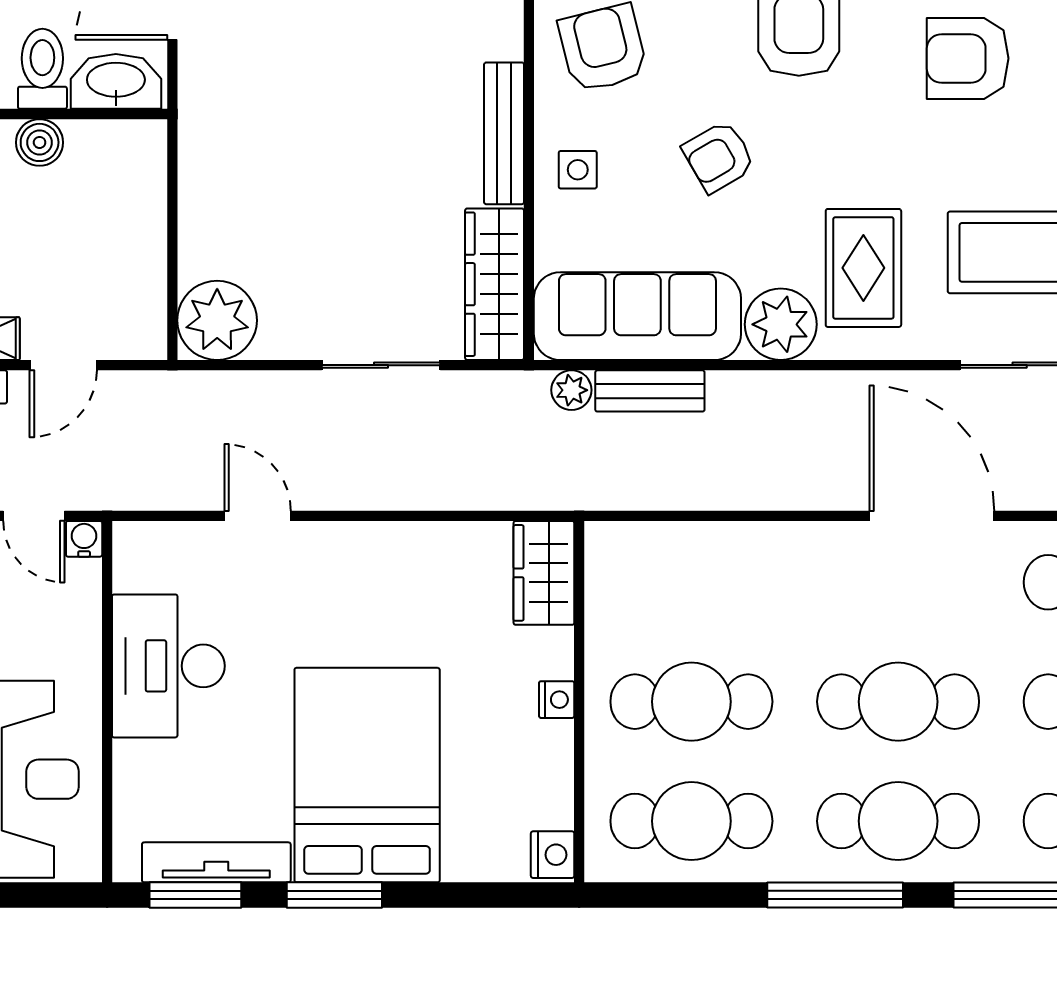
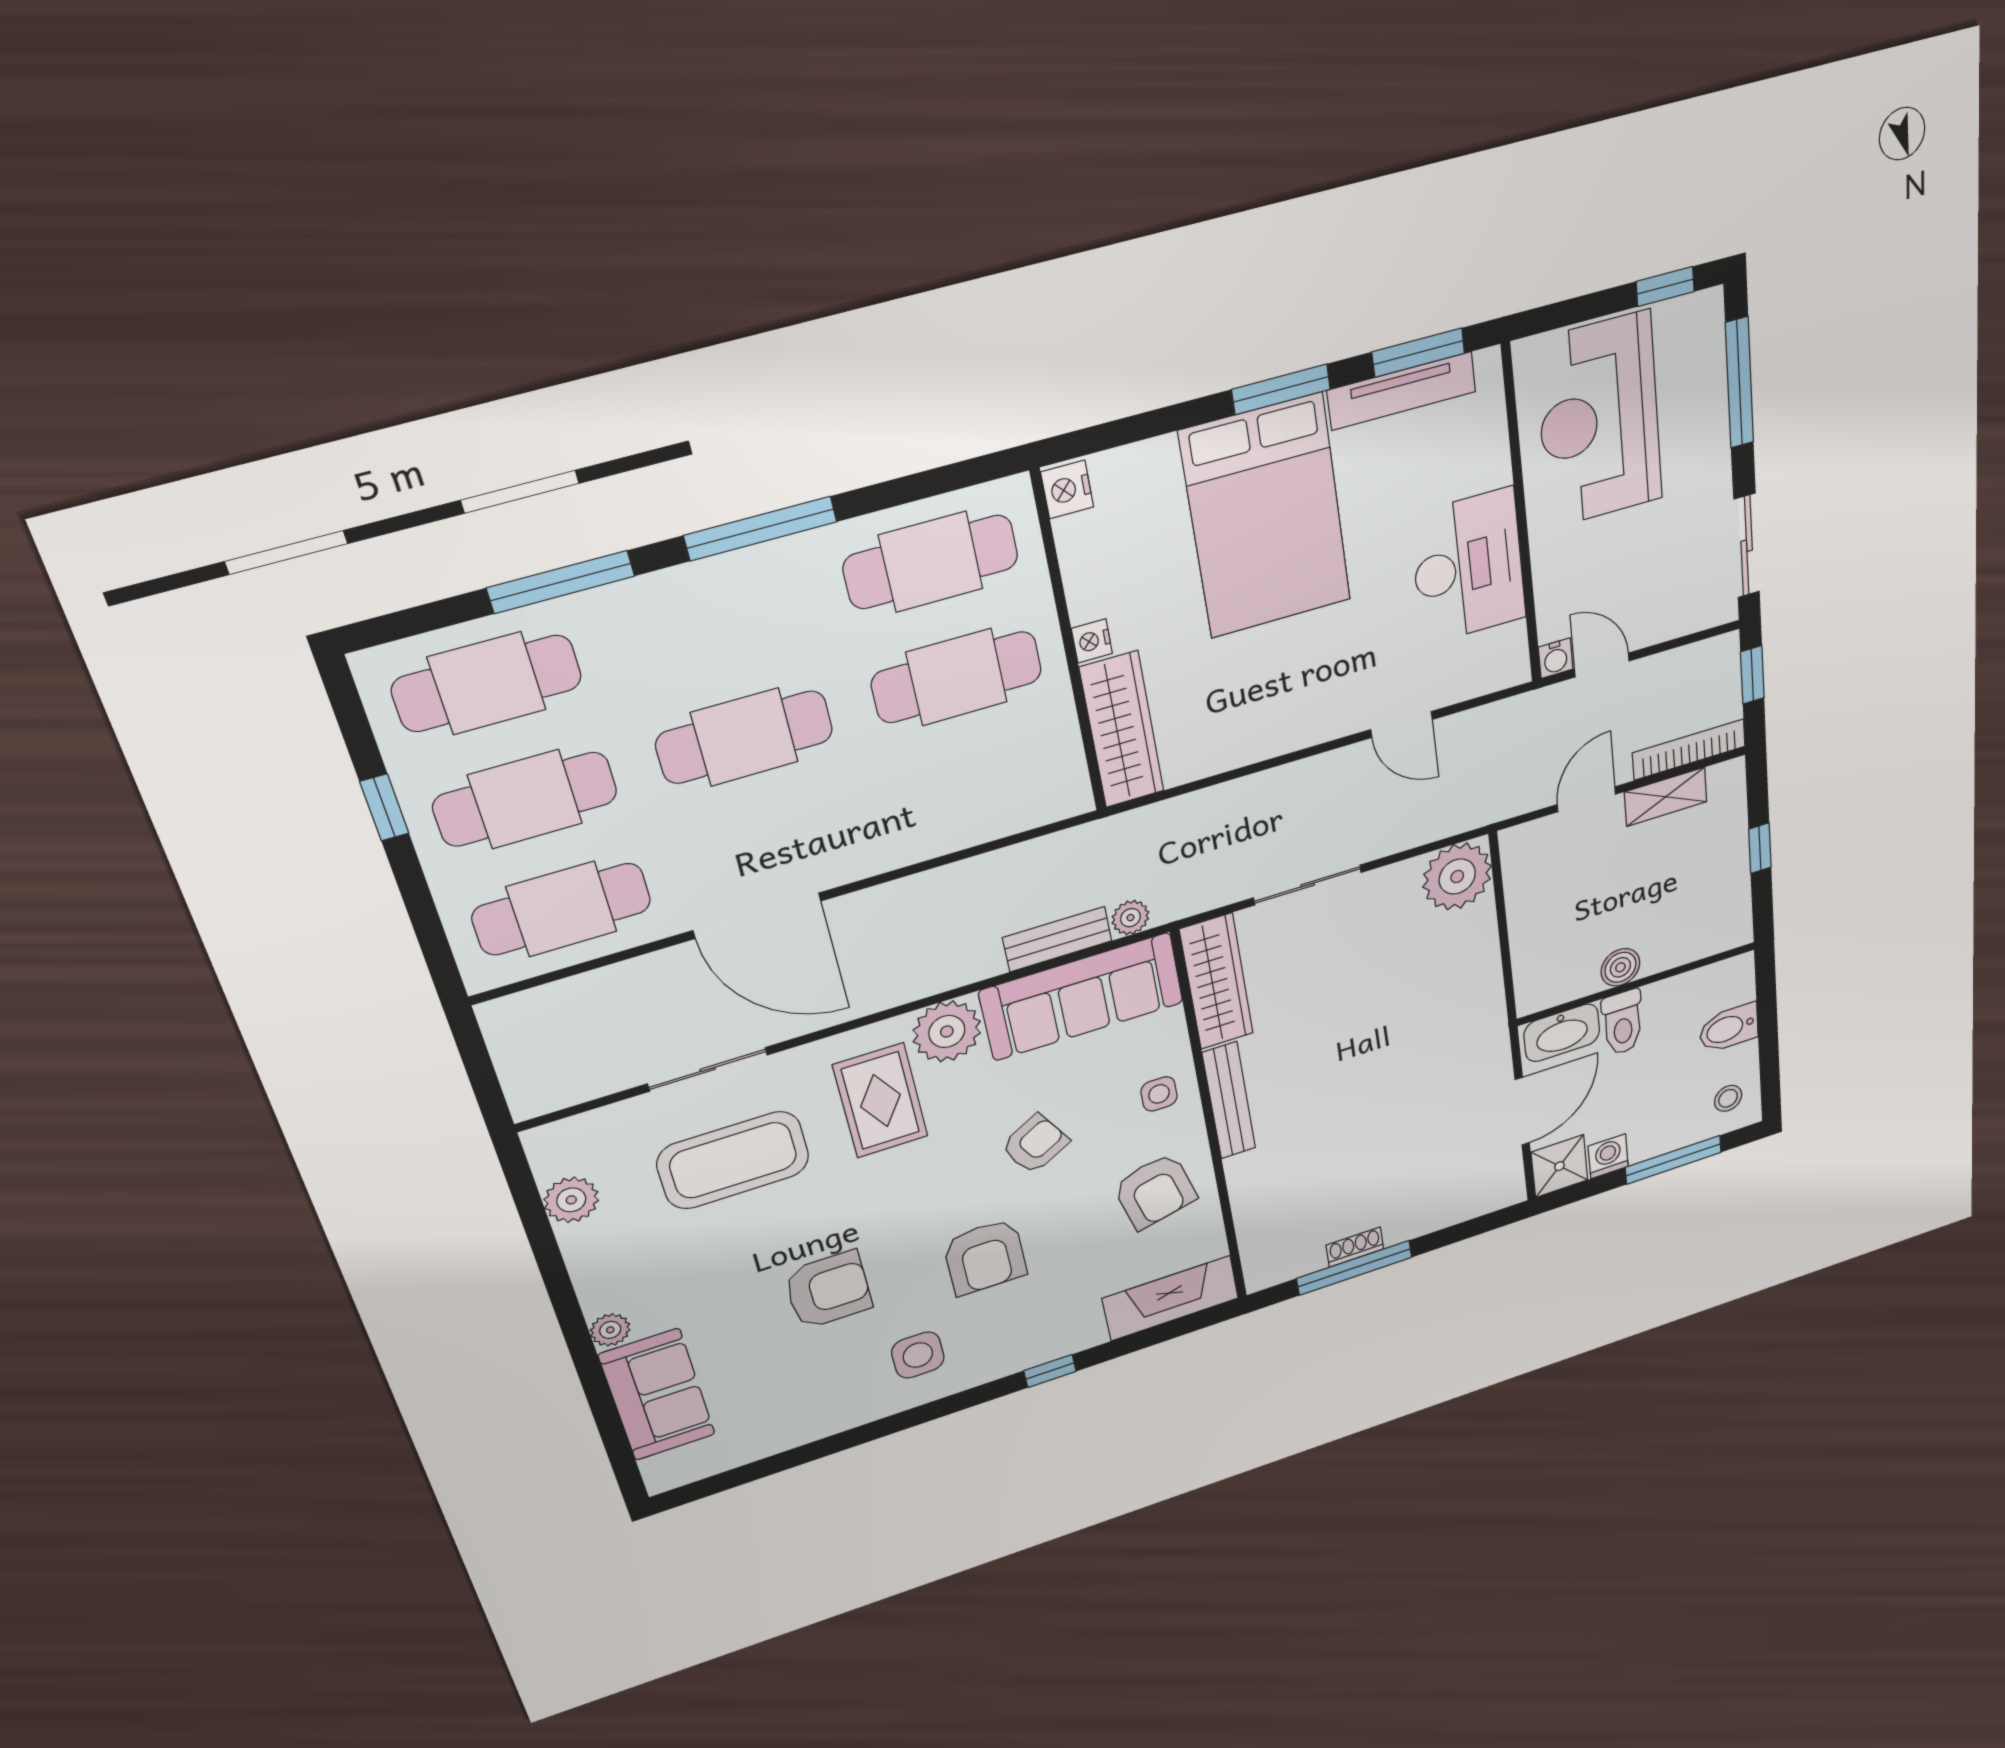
wardrobe: (544, 573) -> (1122, 730), width x1.50
cafe table: (898, 821) -> (713, 622), removed

